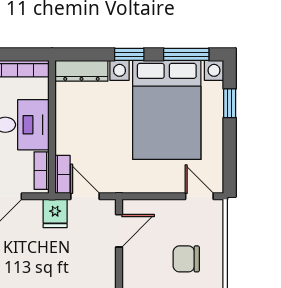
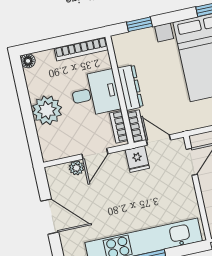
window: (129, 54) -> (139, 24), moved
dresser: (81, 71) -> (130, 88), moved, turned -90

